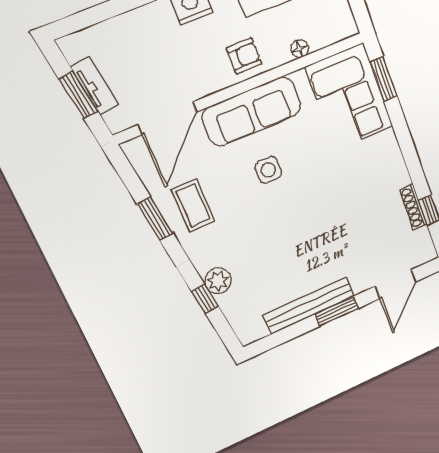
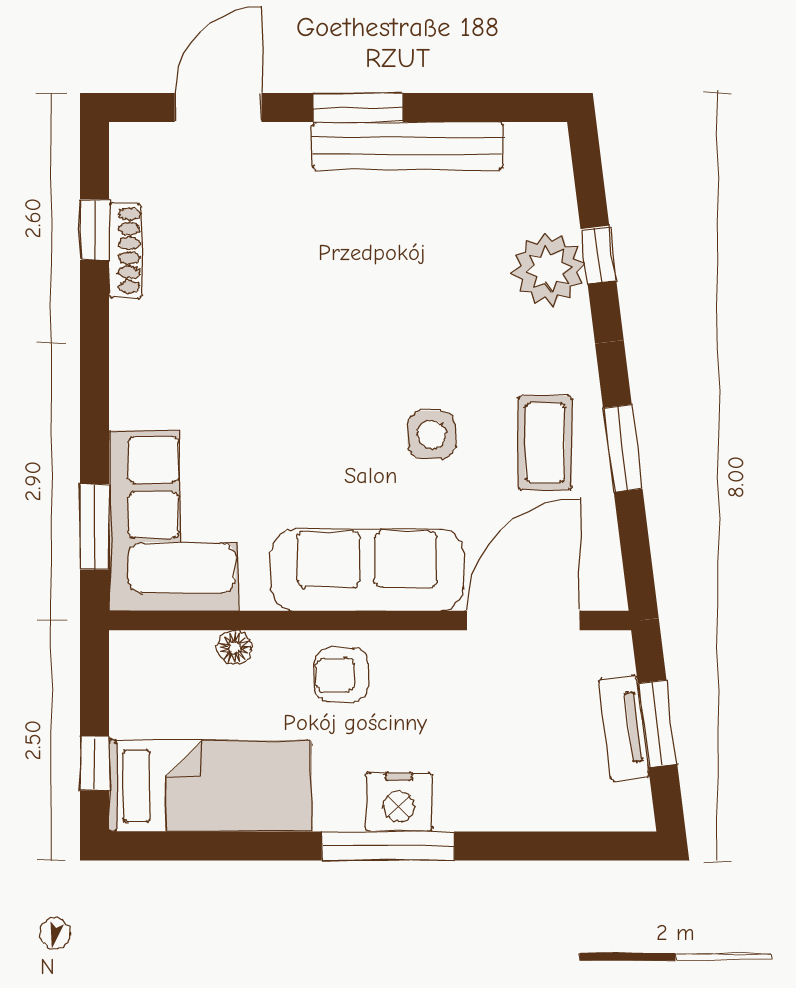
side table: (268, 170) -> (431, 435), moved
plant: (218, 281) -> (549, 269), width x1.36, depth x1.36

